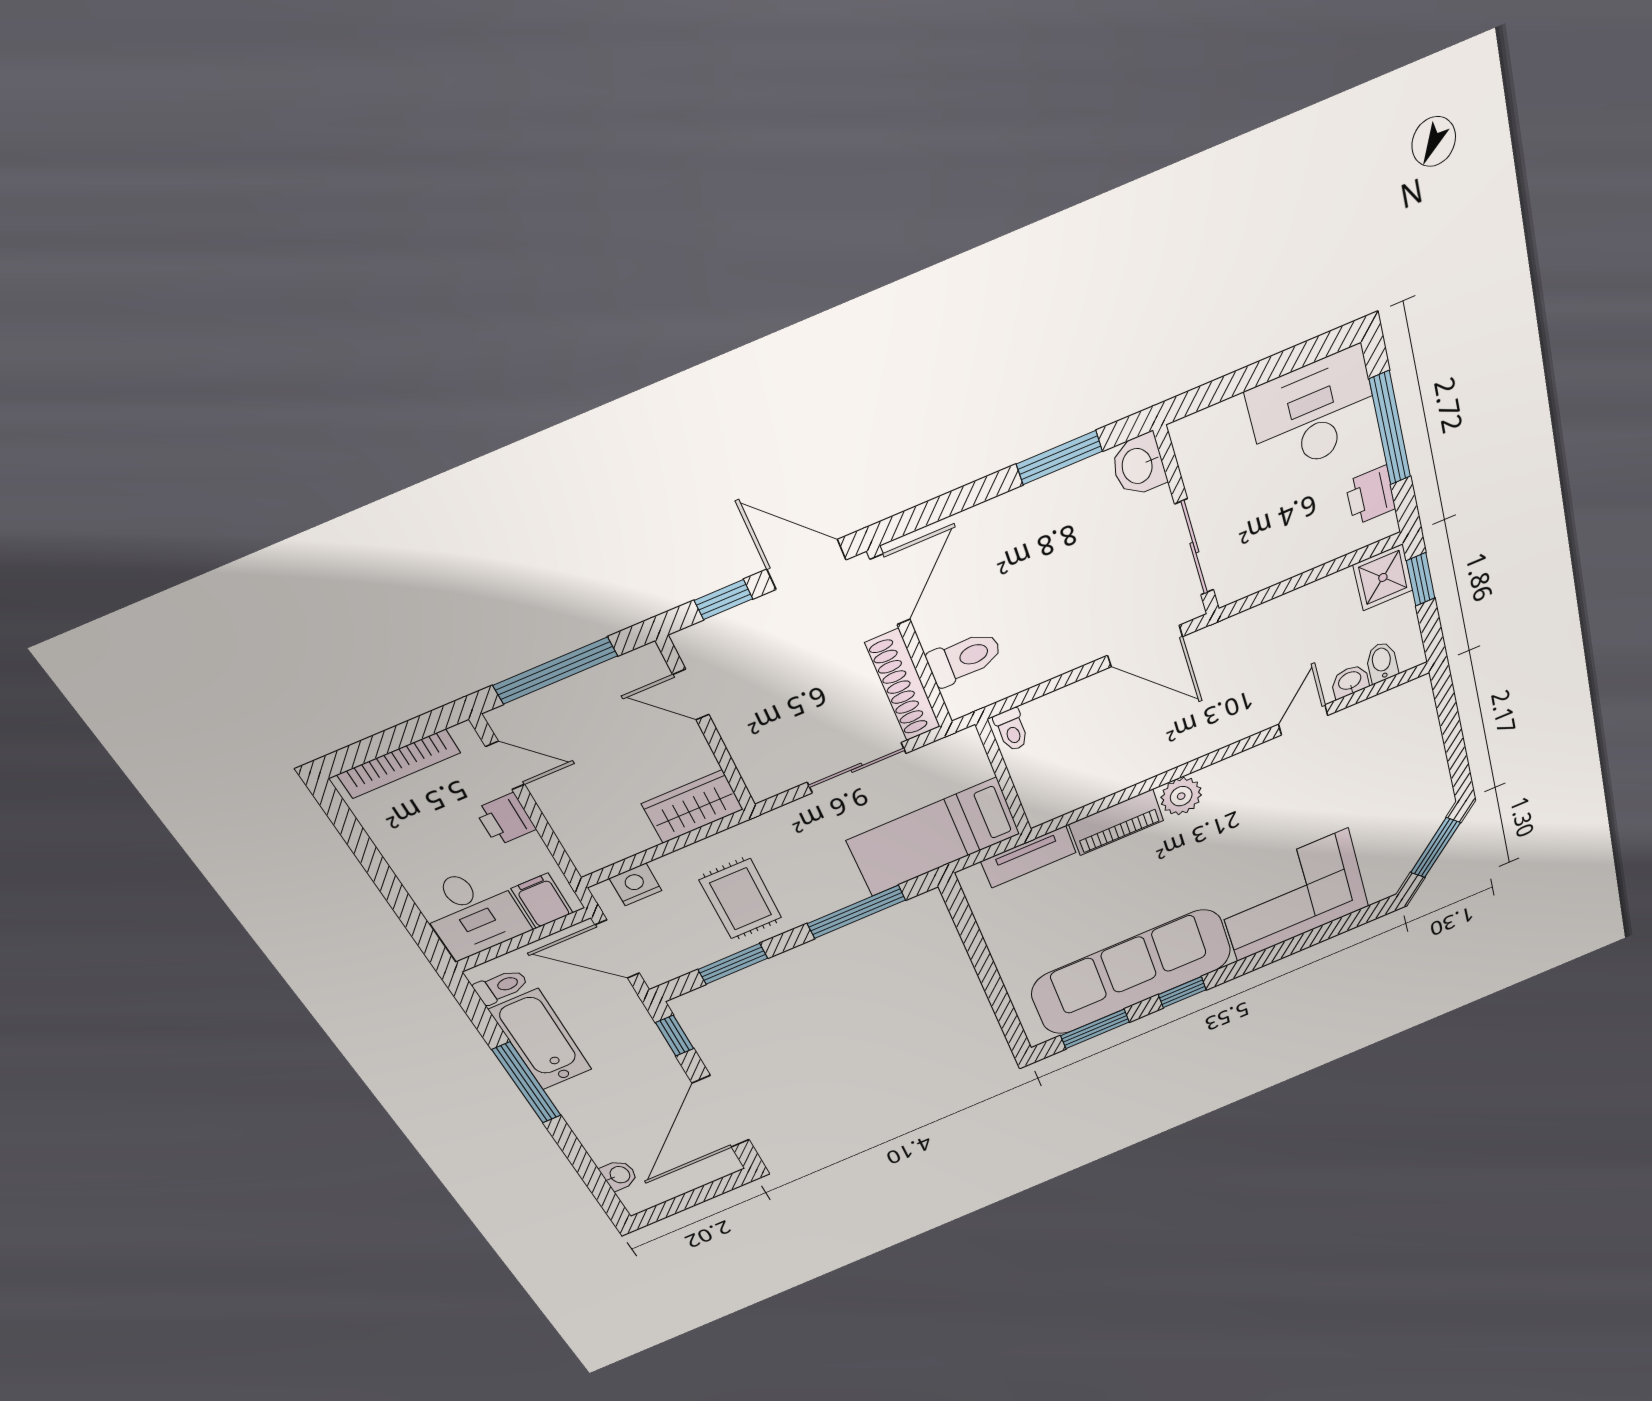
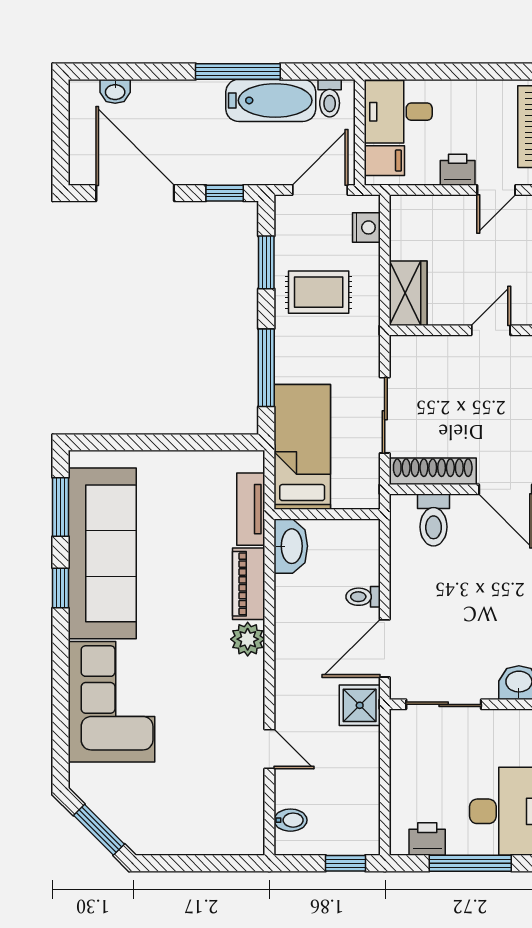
shower: (1383, 577) -> (360, 705), moved
washbasin: (1350, 681) -> (291, 546), moved, width x1.91, depth x1.45
toilet: (1012, 730) -> (363, 597), moved

